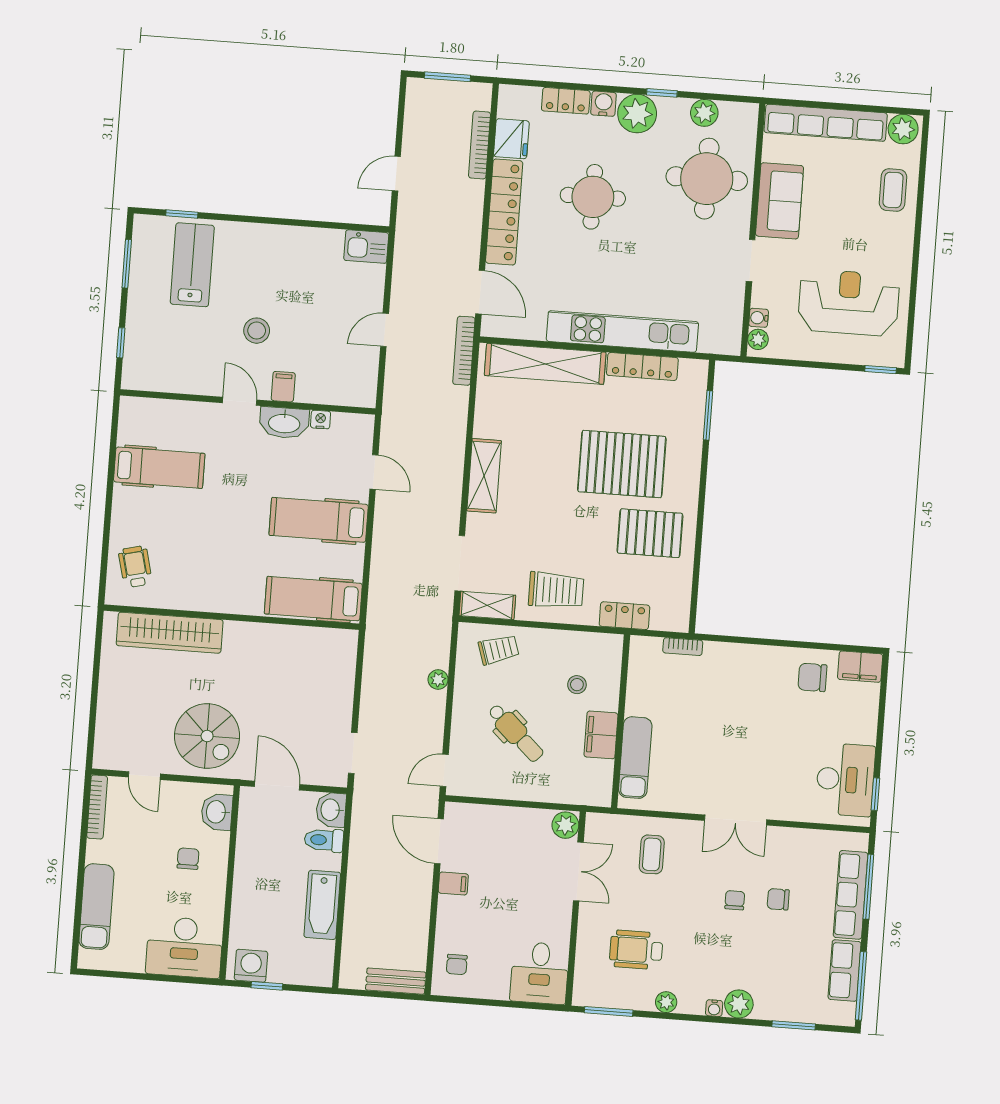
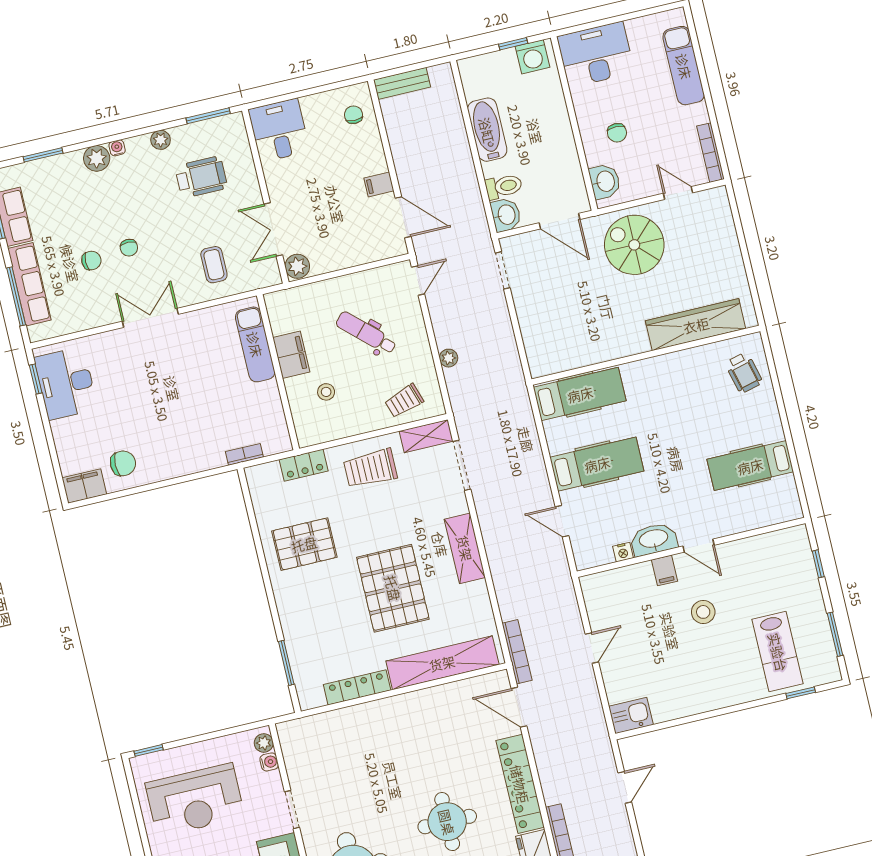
kitchen unit: (622, 332) -> (384, 712), removed
pallet: (622, 464) -> (393, 588), moved, turned 90

